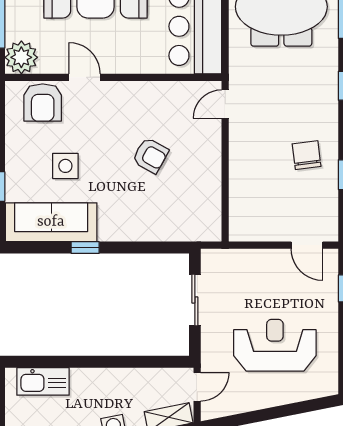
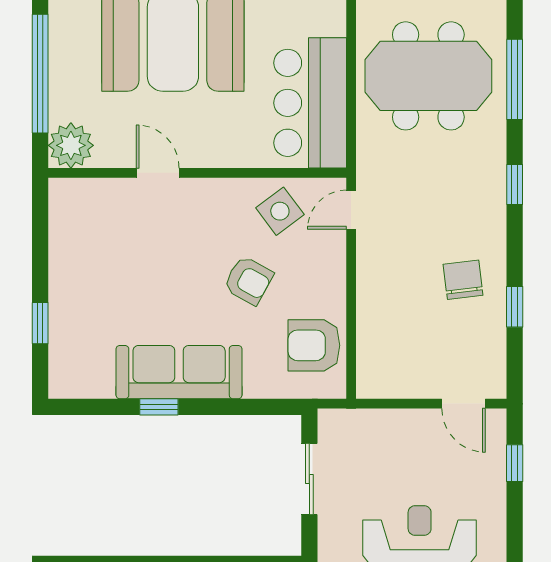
armchair: (43, 103) -> (314, 345), moved, turned 90
side table: (65, 166) -> (280, 211), moved, turned -37
sofa: (51, 222) -> (179, 372), moved

